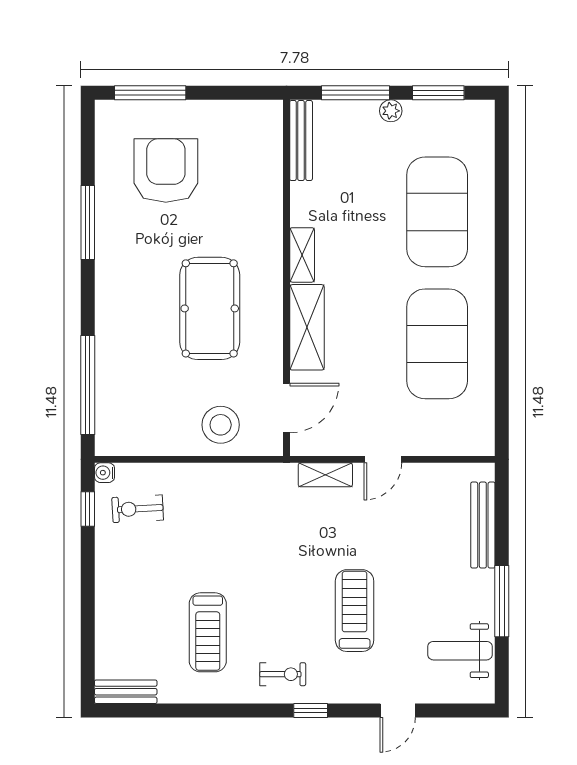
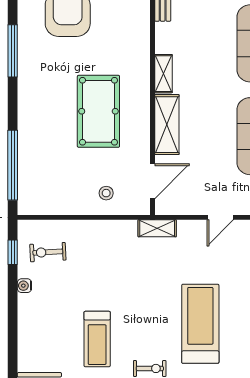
stool: (221, 425) -> (106, 193), width x0.53, depth x0.53
water cooler: (104, 473) -> (24, 286), moved
shelving: (325, 475) -> (157, 228), moved
treadmill: (355, 611) -> (200, 324), width x1.37, depth x1.38

